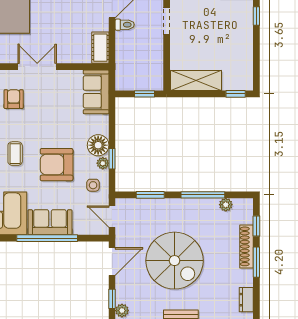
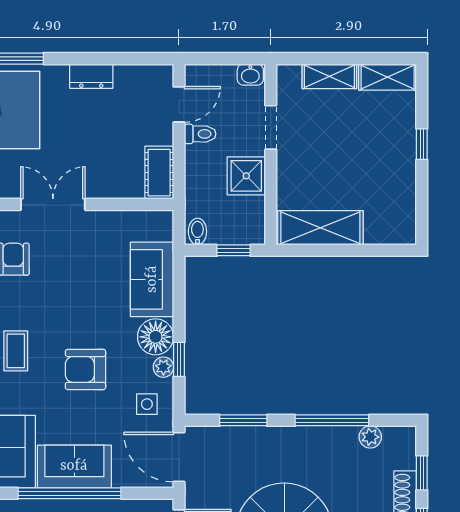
window: (256, 16) -> (422, 144), moved
shower: (152, 50) -> (246, 176), added
bidet: (123, 83) -> (197, 232), added
sofa: (96, 92) -> (152, 279), moved
window: (236, 94) -> (387, 250), removed
armchair: (57, 165) -> (85, 369), width x0.73, depth x0.73
door: (112, 217) -> (179, 457), width x1.38

